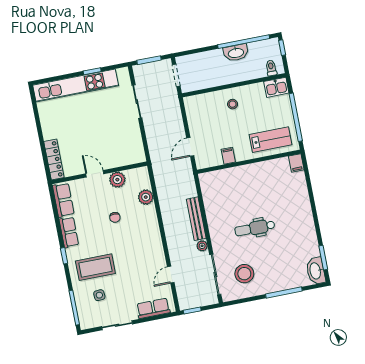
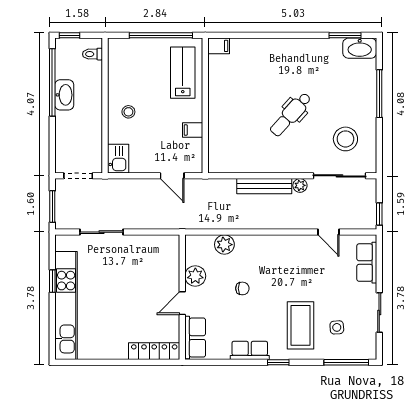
kitchen sink: (276, 87) -> (118, 159), moved
row of seats: (63, 200) -> (195, 338), moved, turned 90
dental chair: (255, 228) -> (291, 114), turned 42

